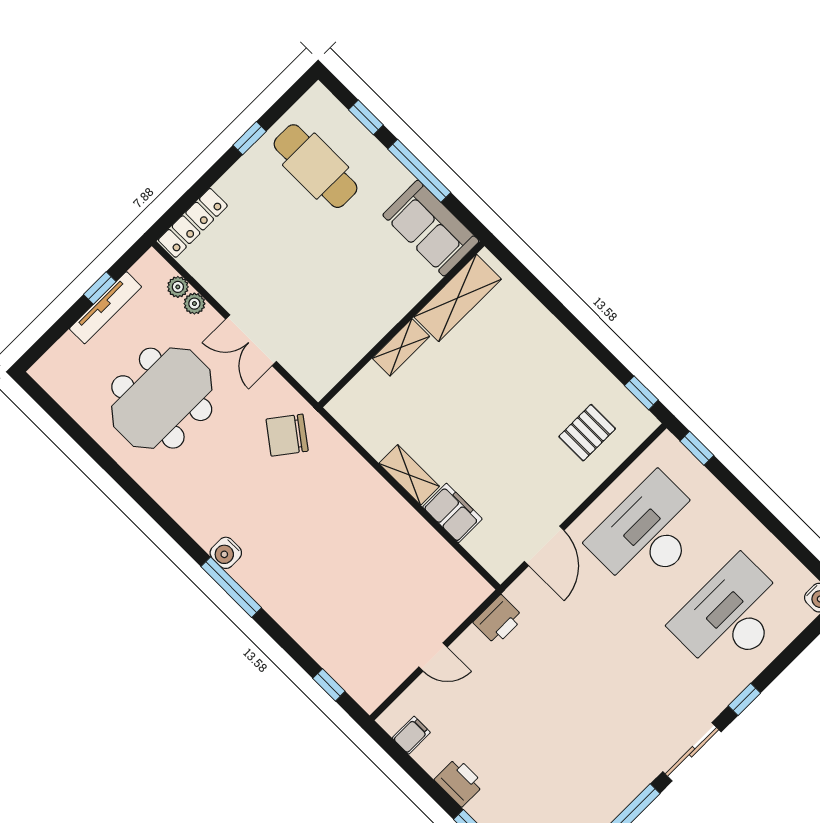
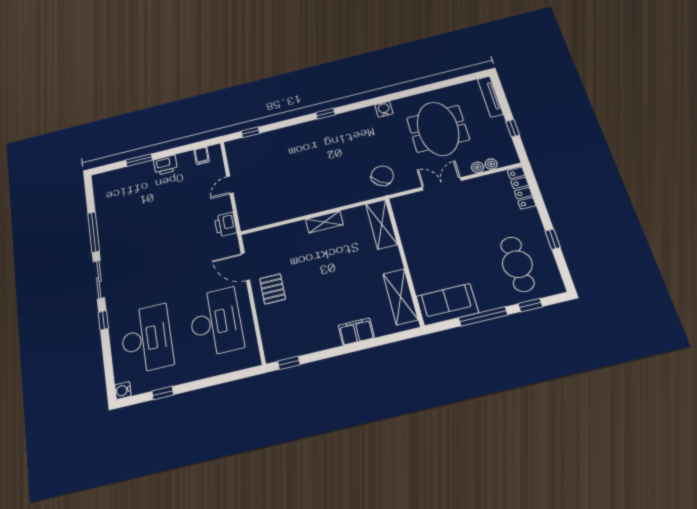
cafe table: (316, 166) -> (517, 264), turned 90
tv unit: (105, 308) -> (490, 97), moved
shelving: (401, 347) -> (382, 224), moved, width x1.50, depth x1.33
pallet: (587, 433) -> (273, 289), moved
window: (697, 448) -> (163, 393), moved
filing cabinet: (452, 513) -> (356, 331), moved, turned 180
water cooler: (226, 553) -> (384, 109), moved
window: (231, 587) -> (325, 114), width x0.46

